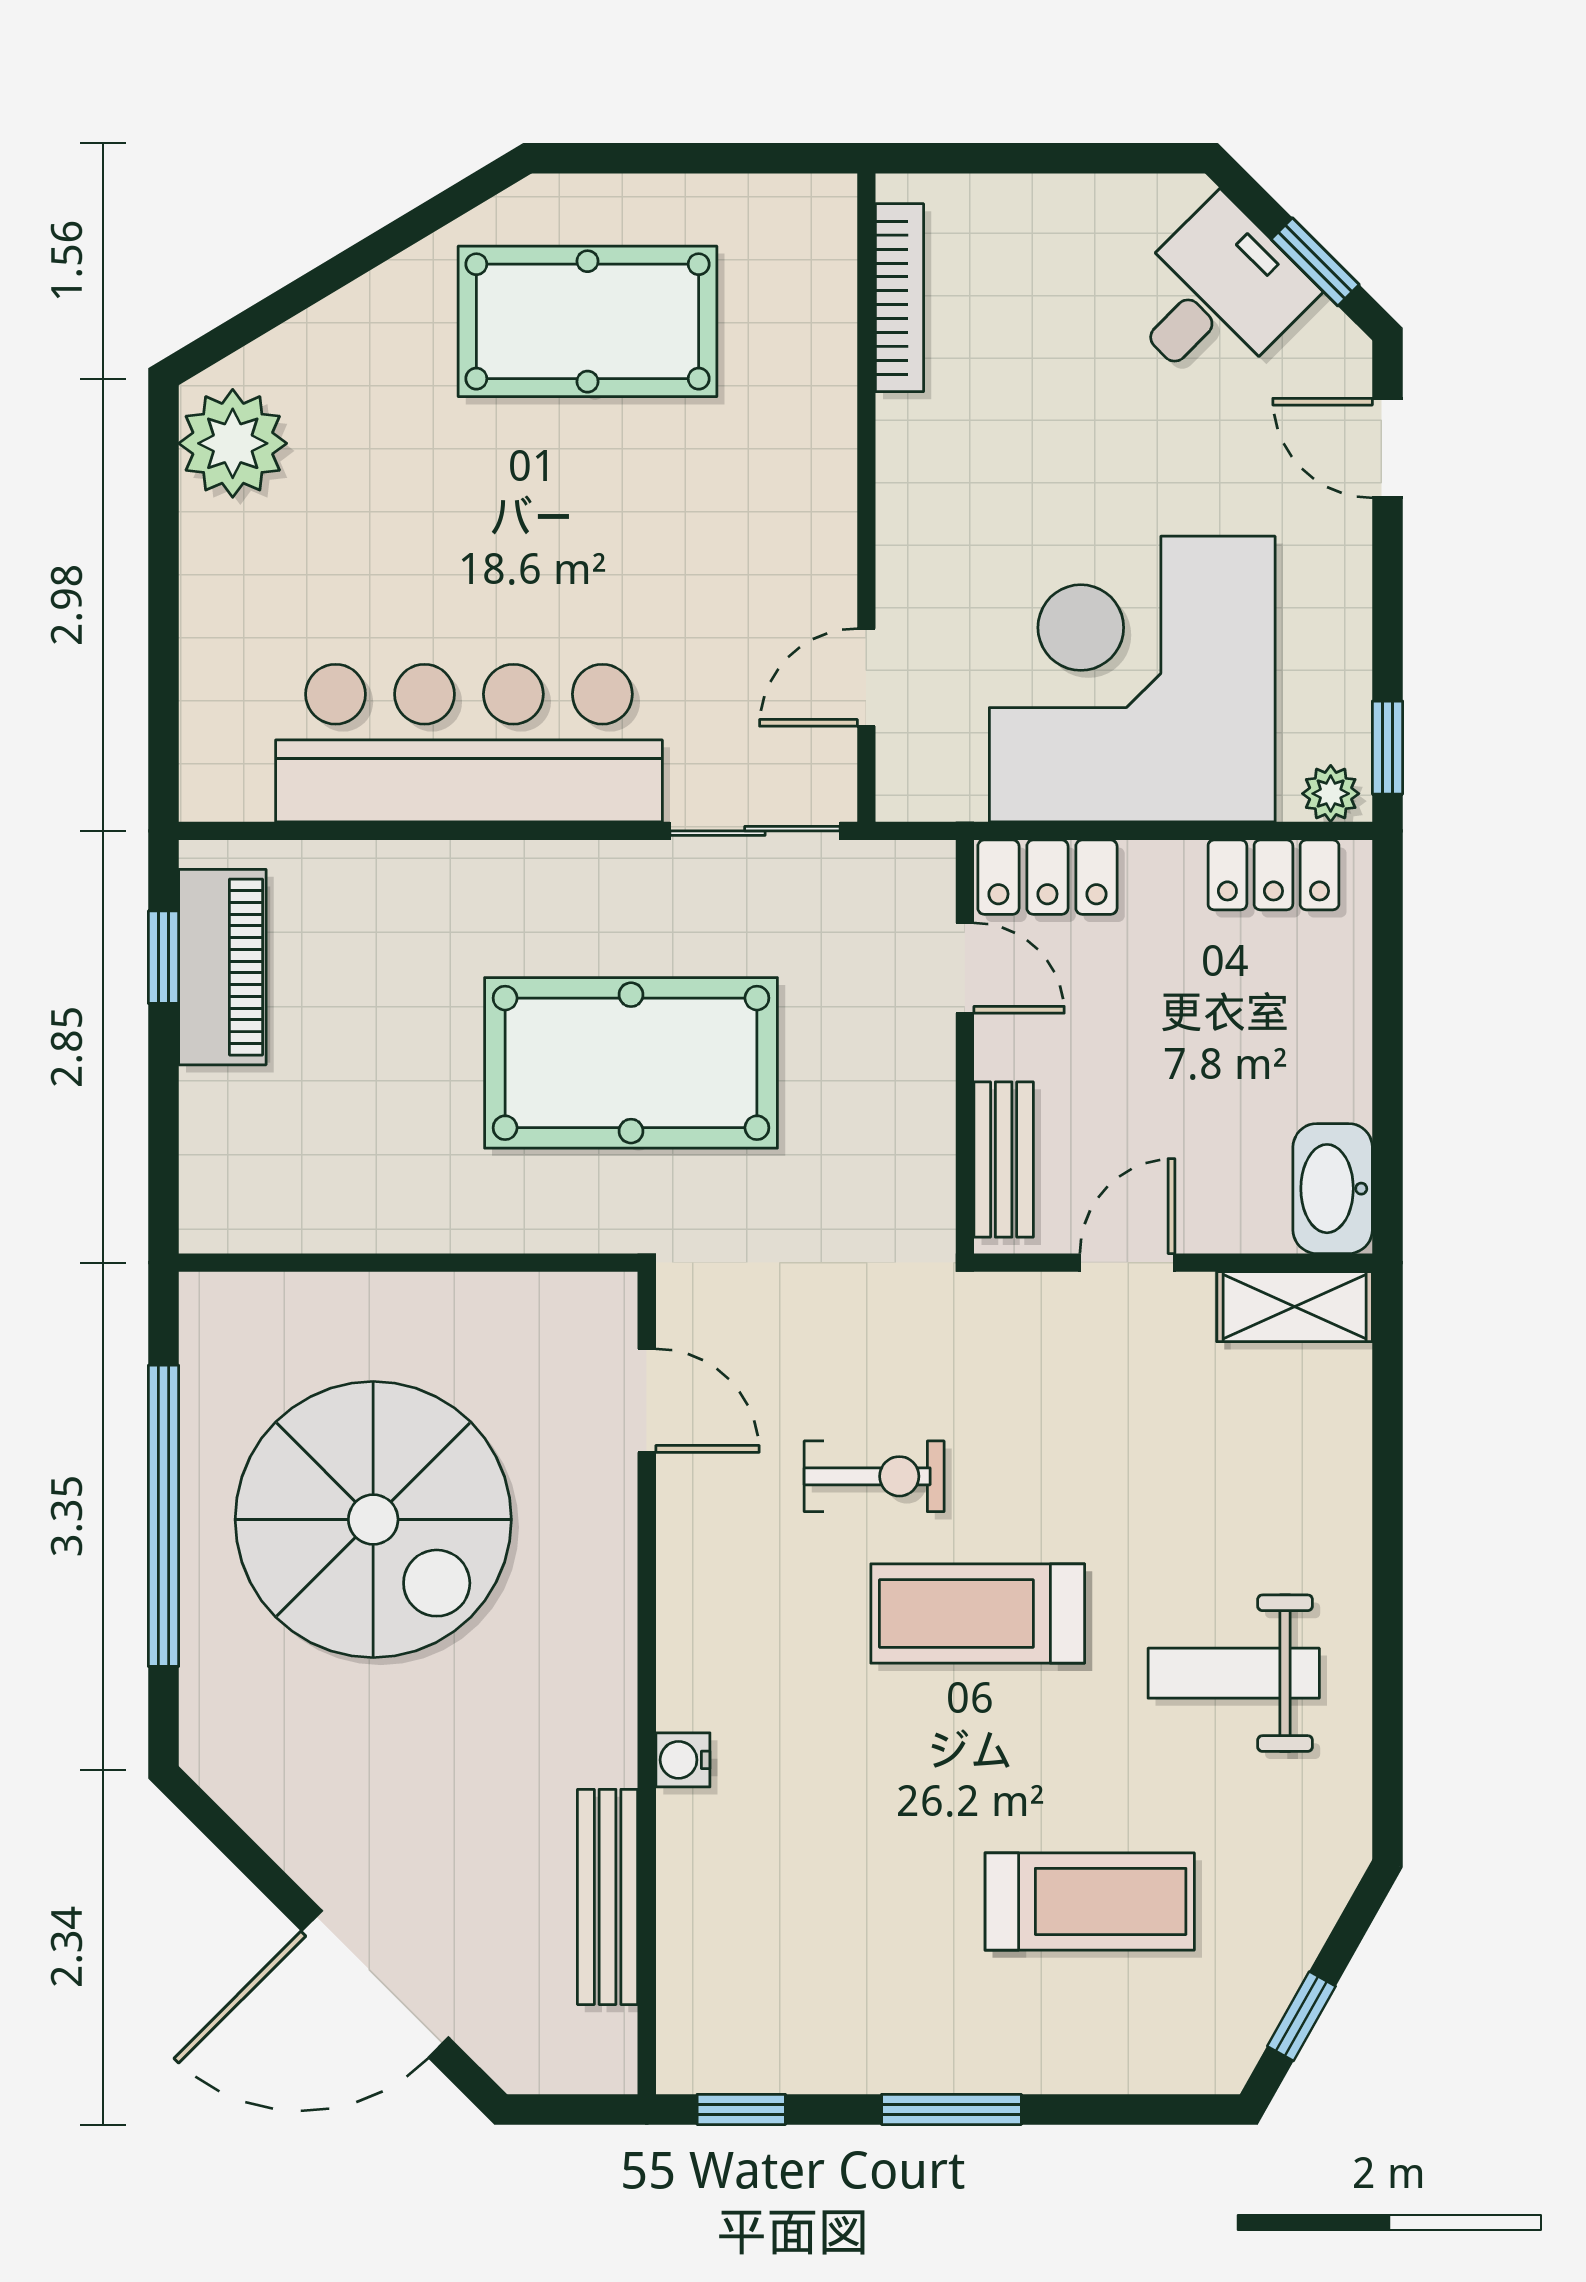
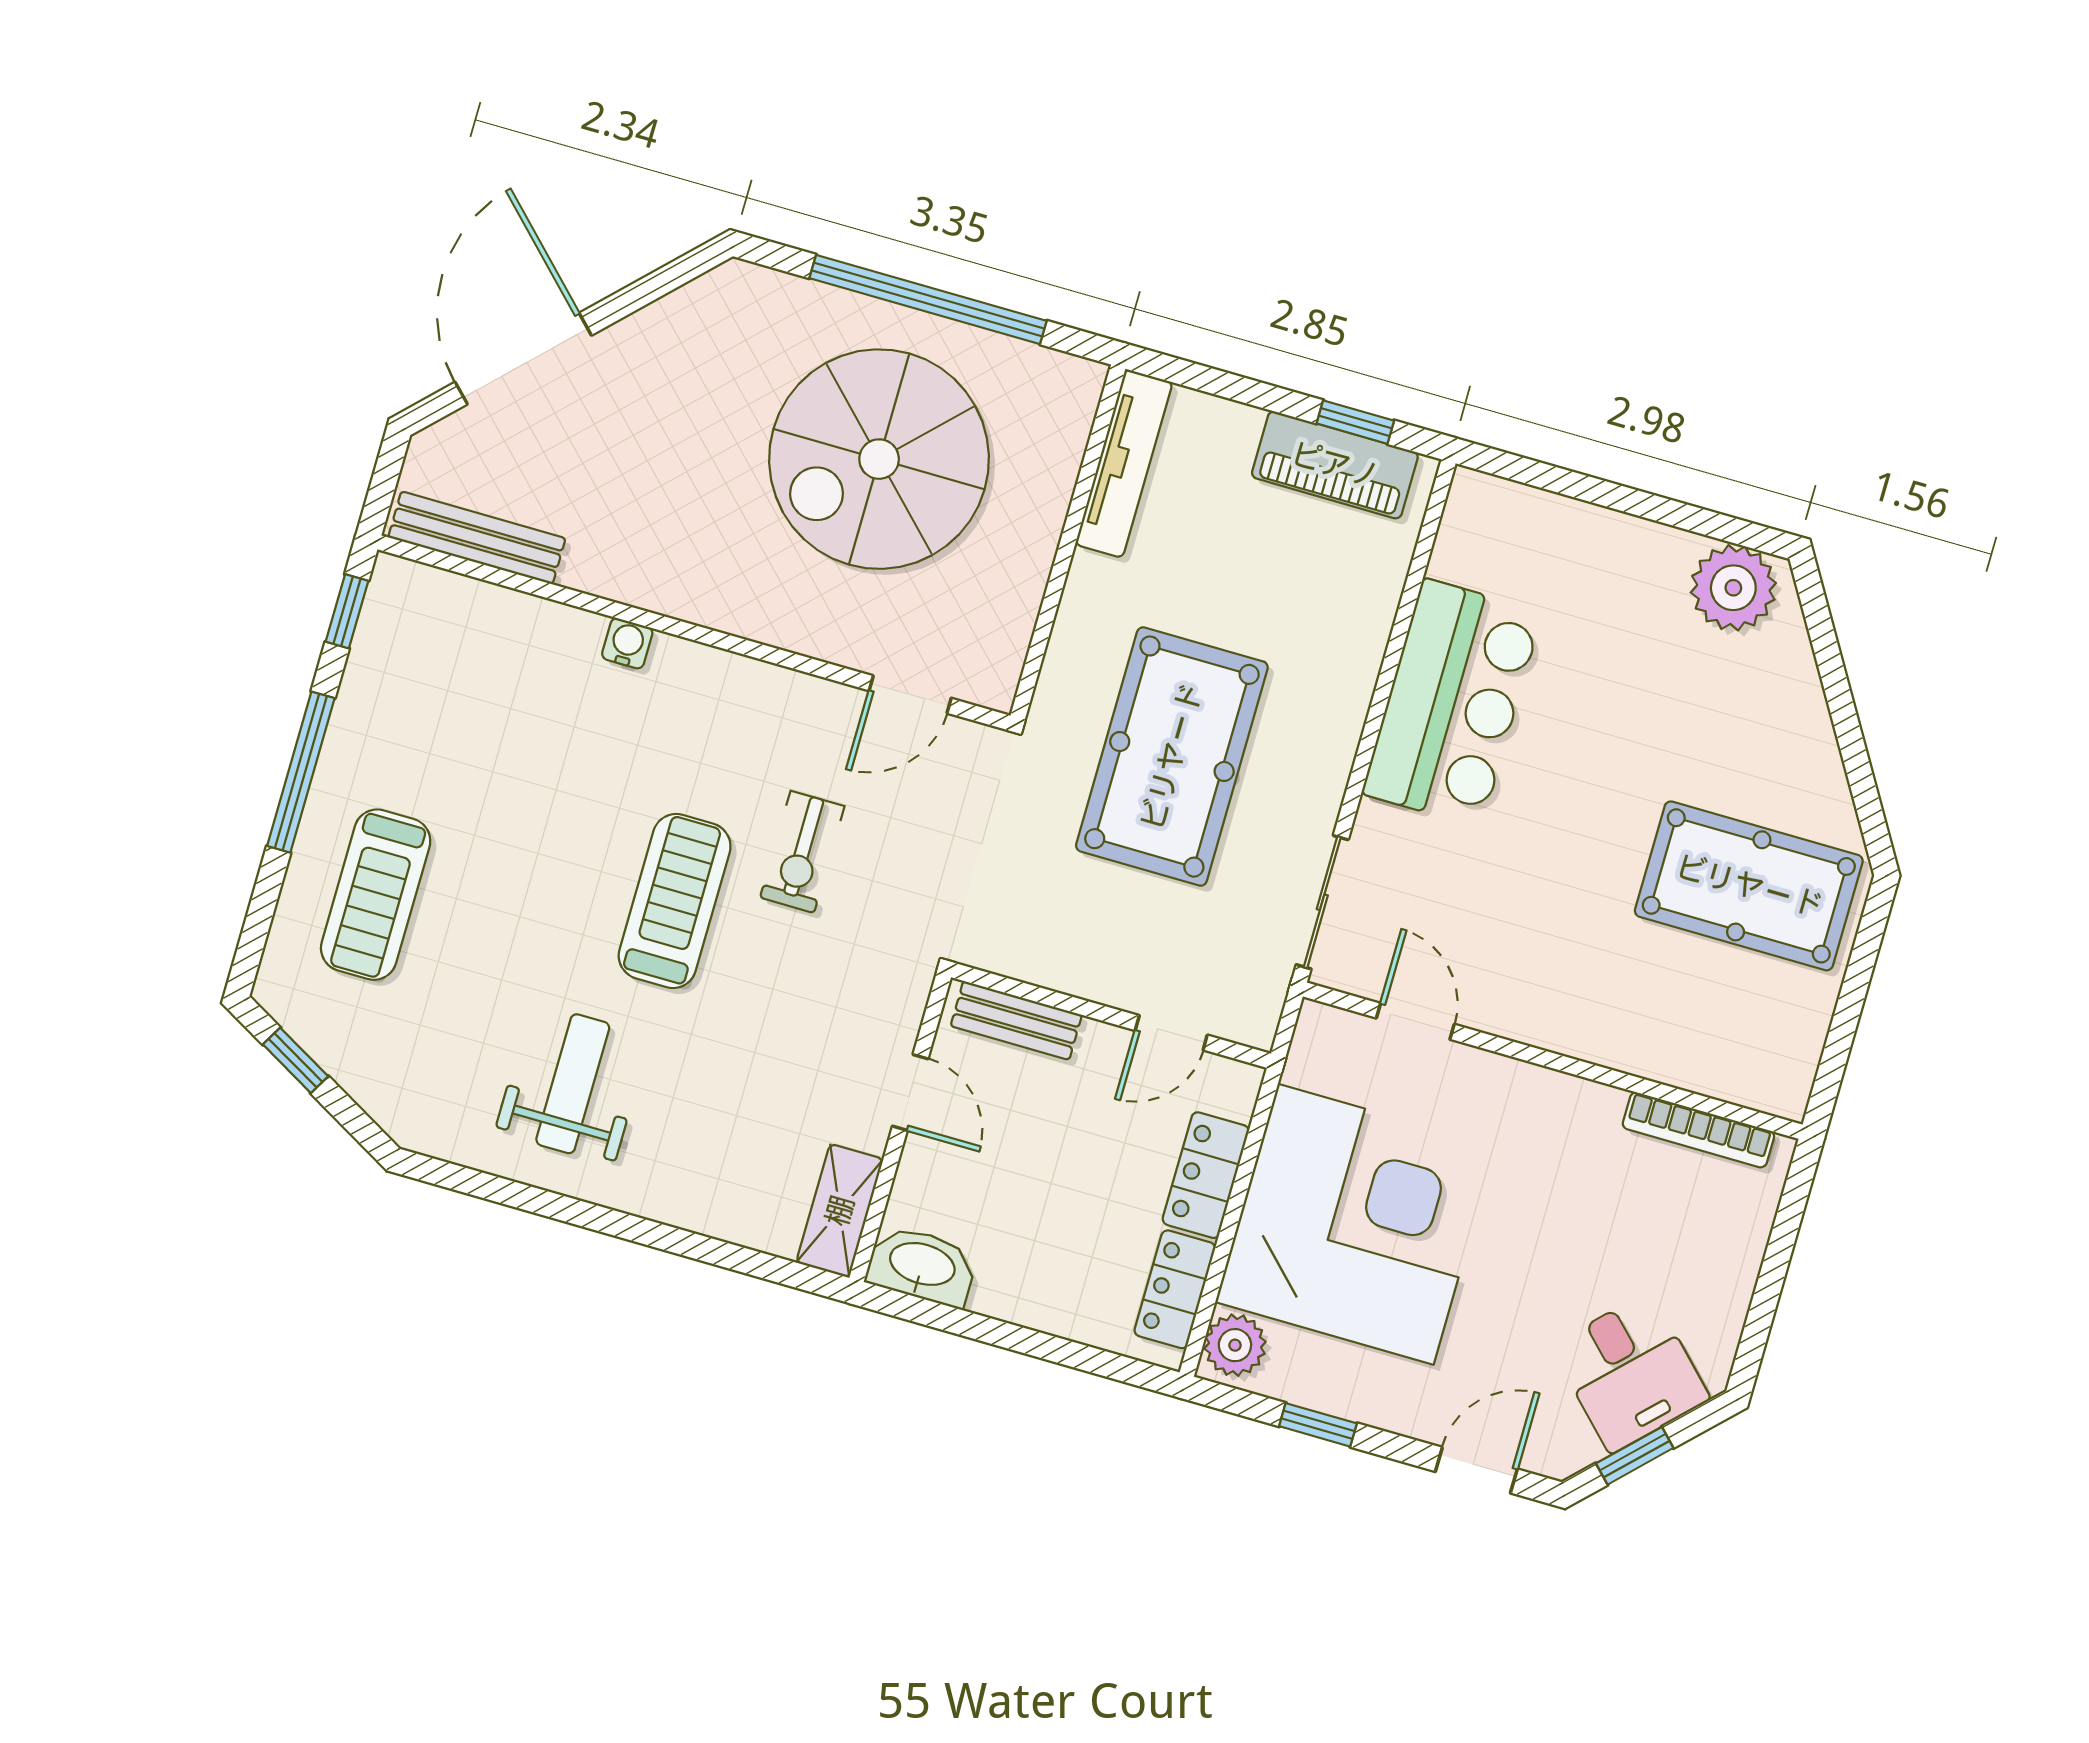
pool table: (587, 321) -> (1749, 886), turned 90
bar counter: (469, 743) -> (1452, 703), width x0.73
window: (1388, 748) -> (1318, 1425), moved
plant: (1331, 794) -> (1235, 1345), width x1.38, depth x1.38
locker: (1047, 877) -> (1206, 1175), moved
tv unit: (294, 1222) -> (1124, 463), added
bench: (608, 1897) -> (477, 538), moved
treadmill: (1090, 1901) -> (376, 895), moved
window: (951, 2109) -> (301, 772), width x1.44

